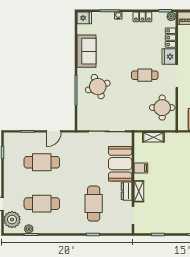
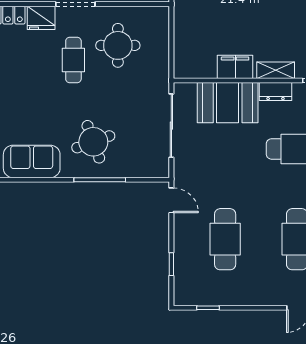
round table: (162, 108) -> (118, 45), moved
door: (54, 131) -> (171, 200), moved
shelving: (153, 137) -> (182, 45), removed
filing cabinet: (141, 168) -> (235, 67), width x2.00

